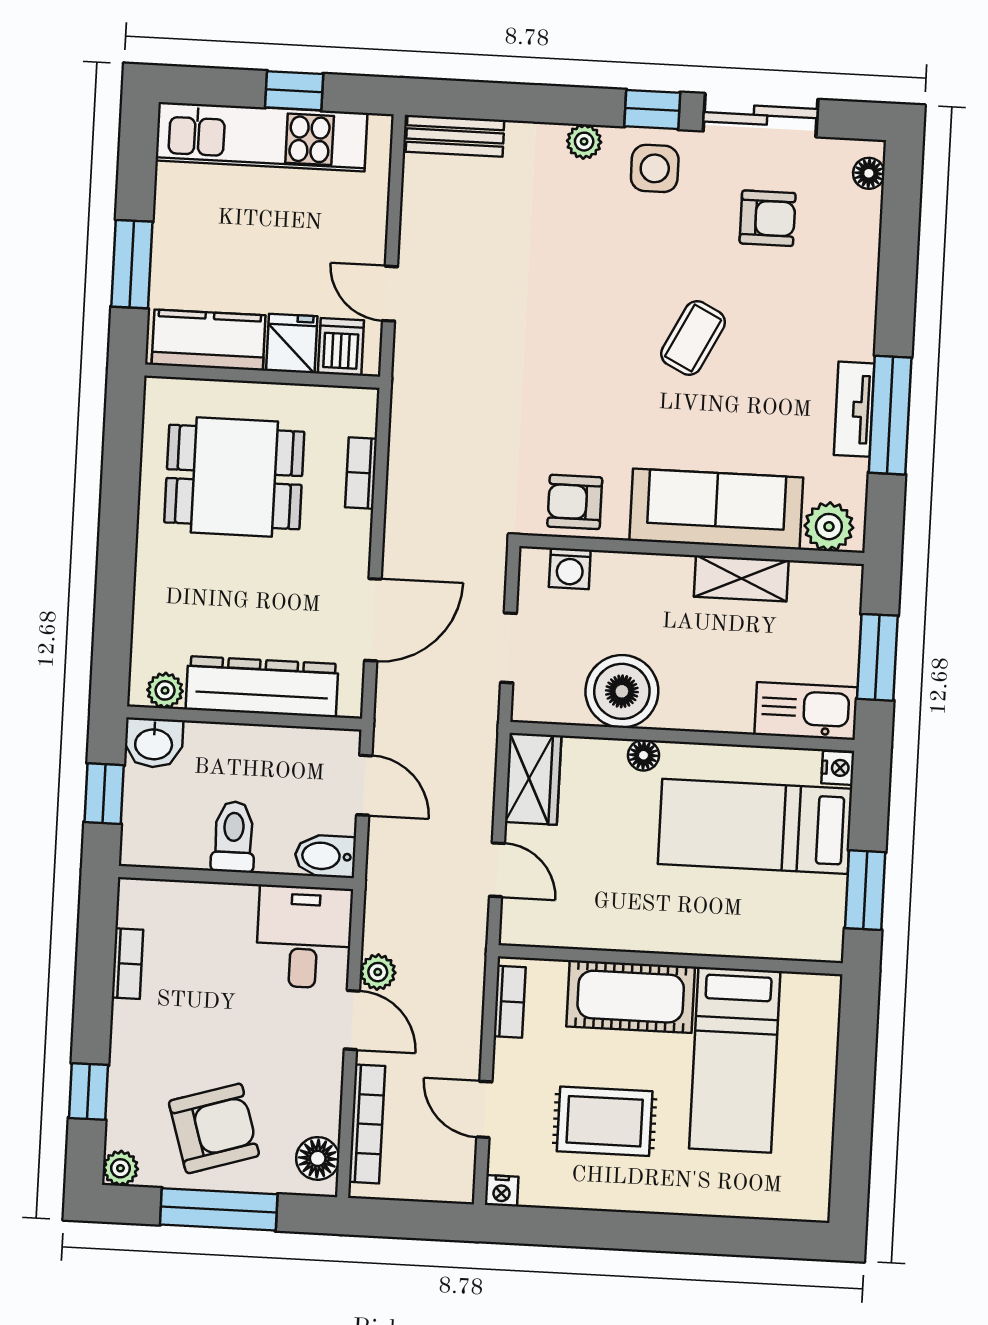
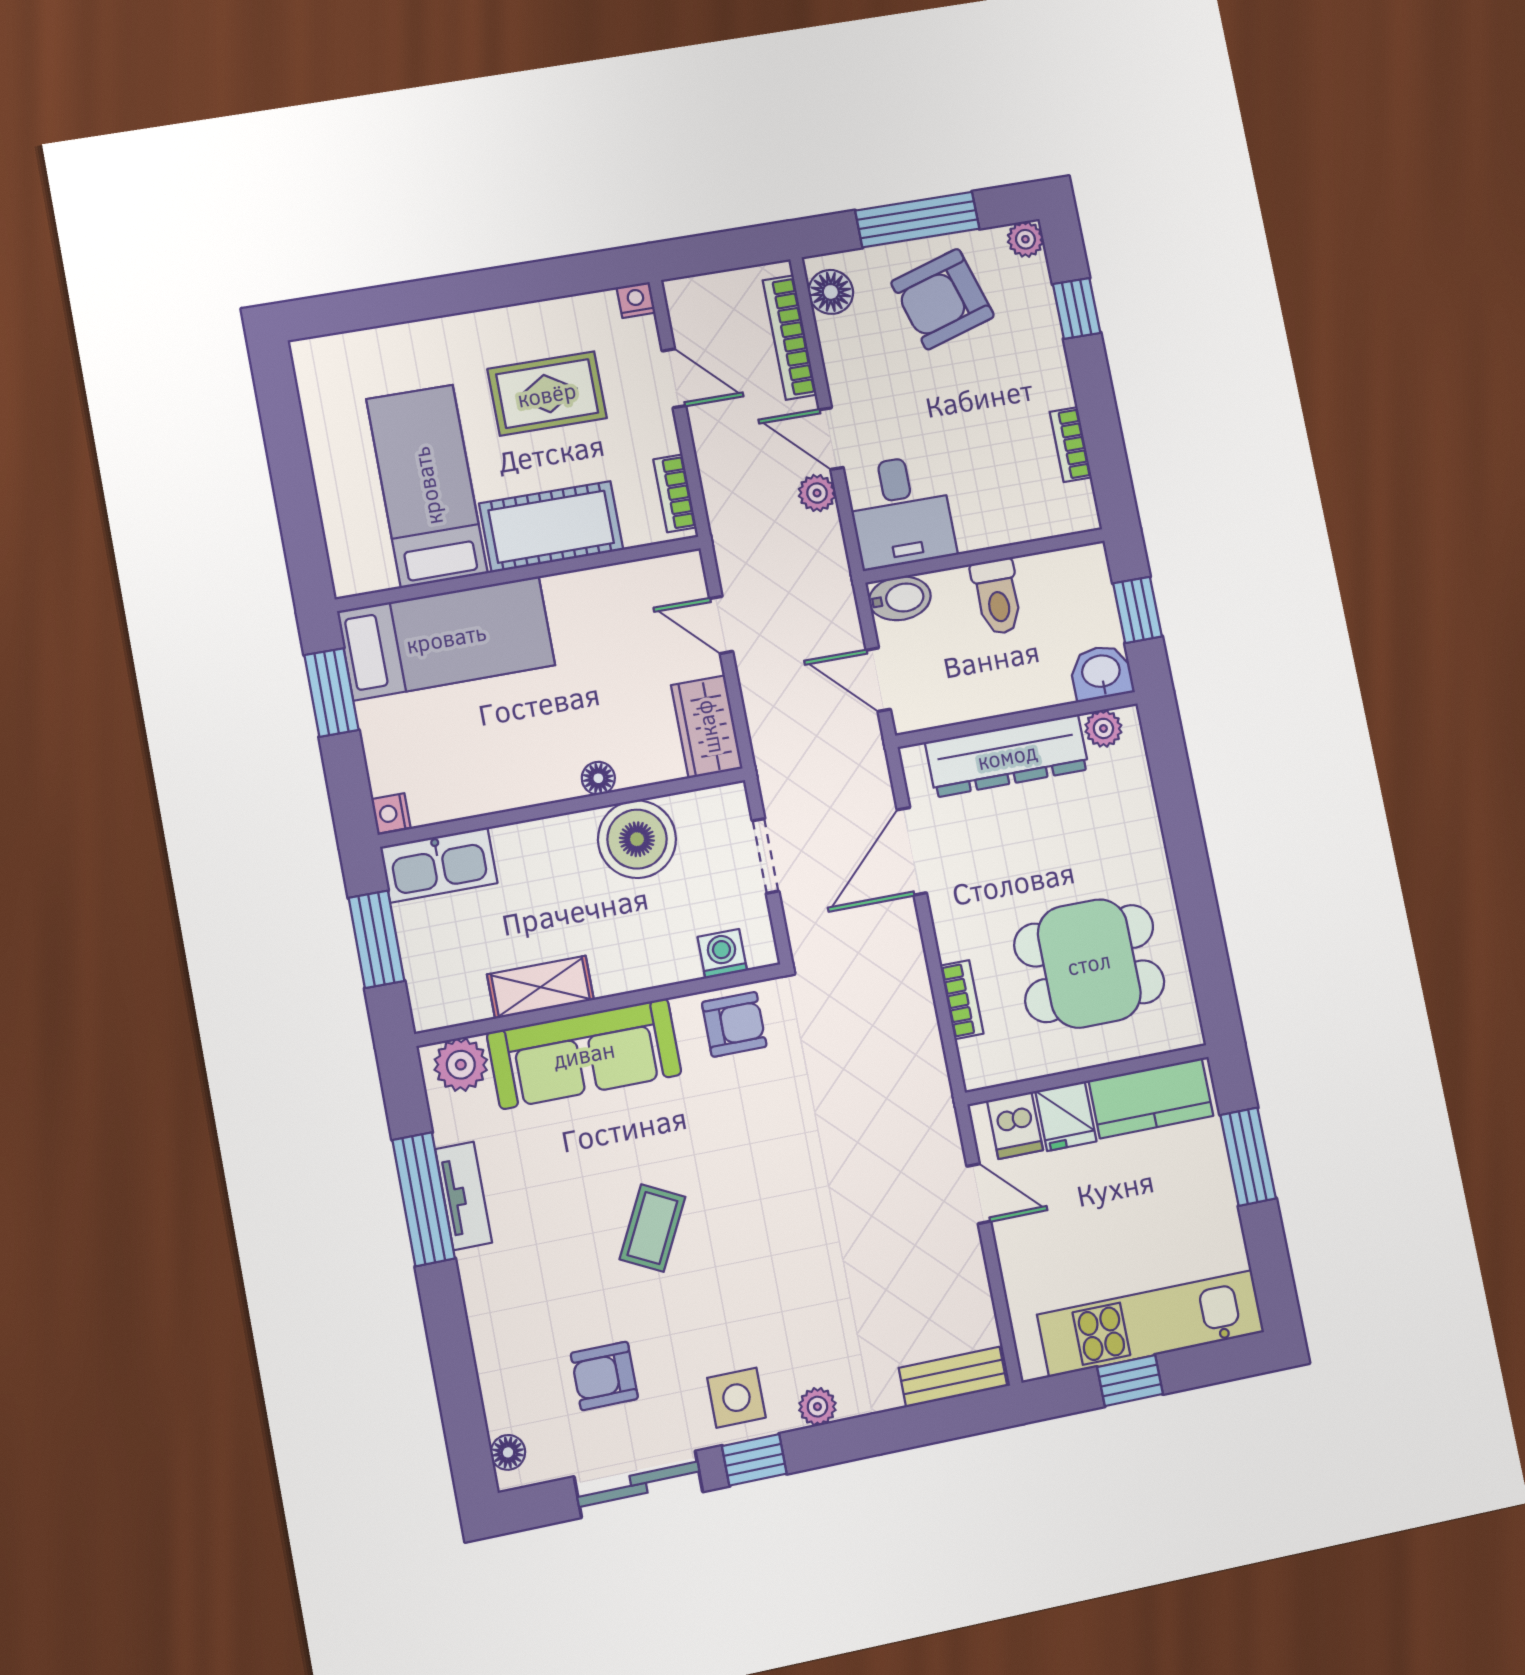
bed: (755, 826) -> (446, 638), moved

